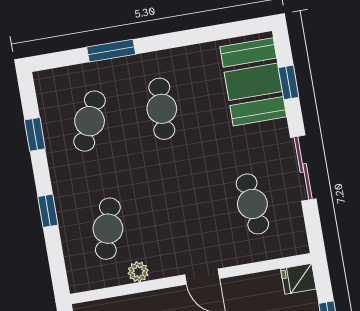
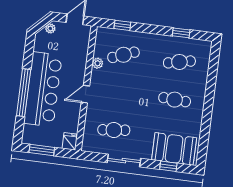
window: (111, 51) -> (211, 83), removed
cafe table: (90, 121) -> (179, 62), turned -36
window: (48, 211) -> (122, 25), moved
cafe table: (108, 229) -> (123, 55), turned -36

